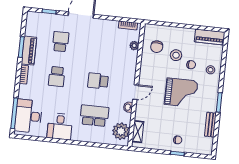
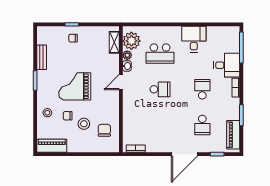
plant: (134, 46) -> (127, 55), moved
piano: (29, 51) -> (233, 135), moved
desk: (28, 116) -> (227, 65), moved, width x0.73

